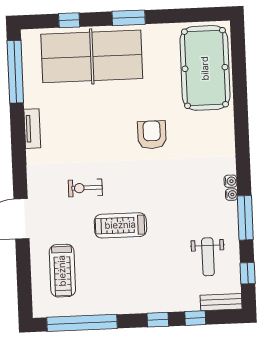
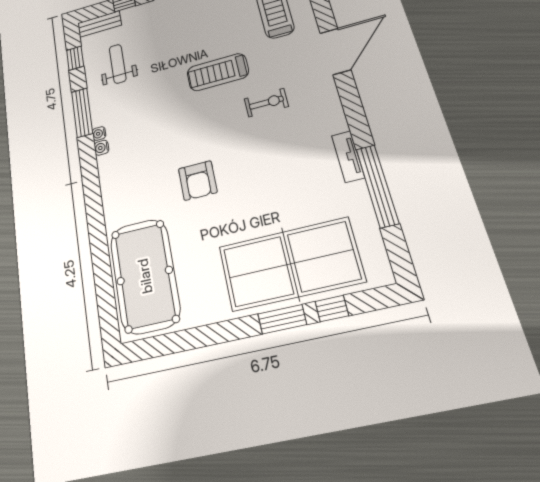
window: (129, 18) -> (282, 319), moved
window: (15, 72) -> (377, 186), moved
treadmill: (120, 225) -> (218, 72), turned 180

